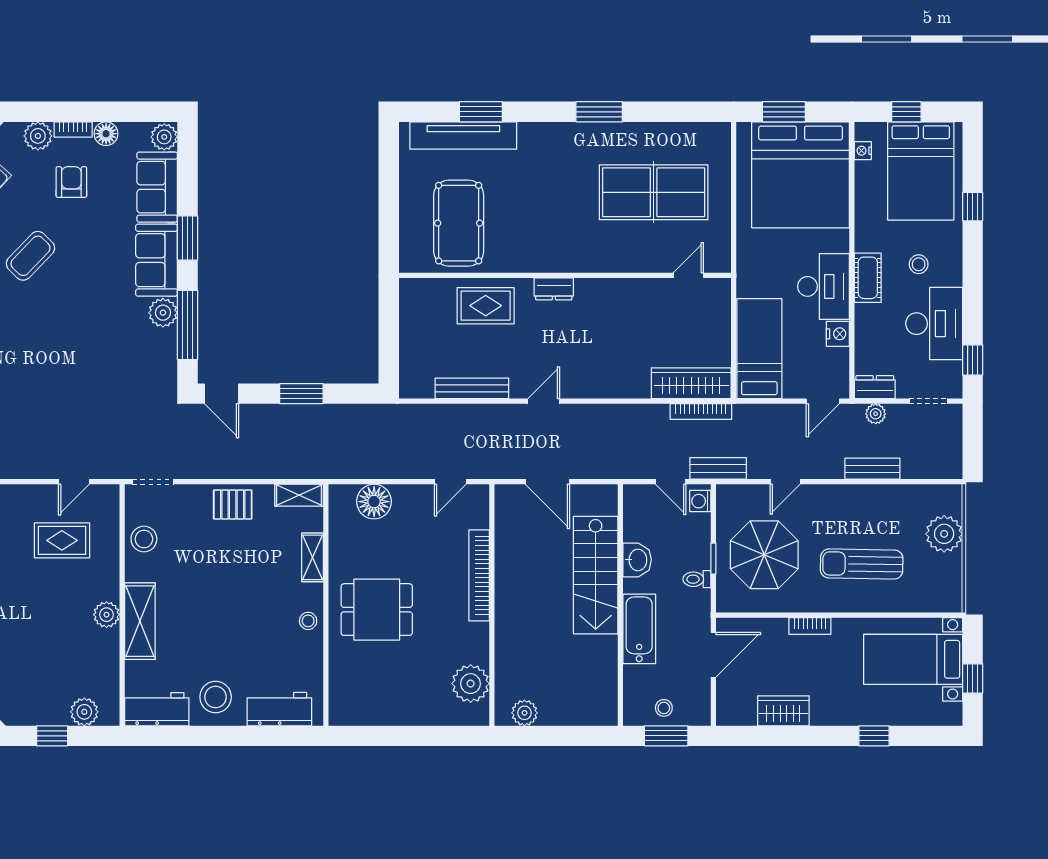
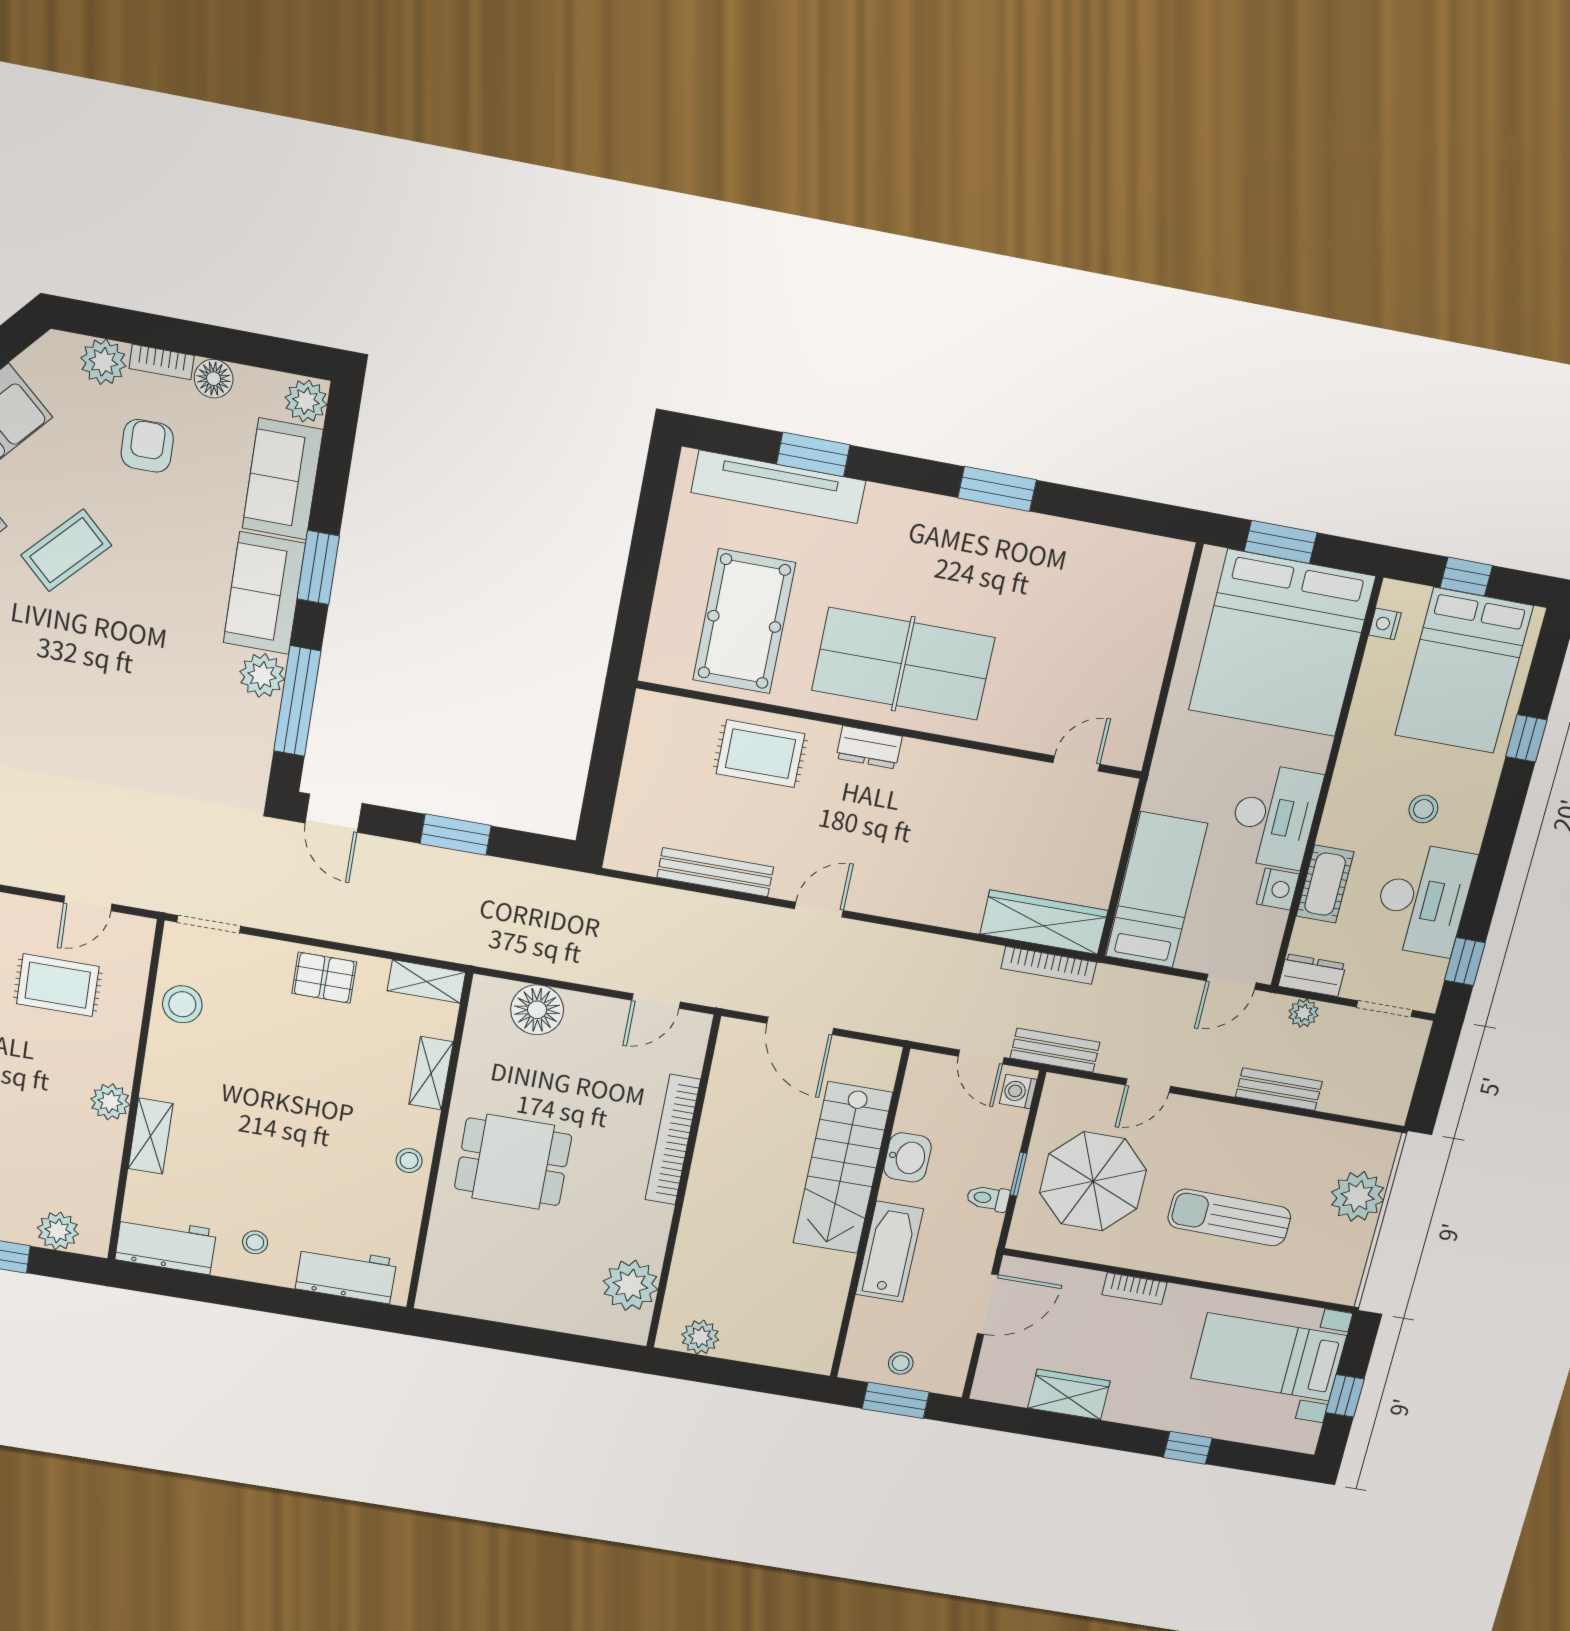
table tennis table: (654, 192) -> (903, 664), moved
cot: (868, 278) -> (1325, 884), moved
shelving: (140, 621) -> (151, 1136), width x0.67, depth x0.75
stool: (216, 697) -> (255, 1242), width x0.53, depth x0.53

